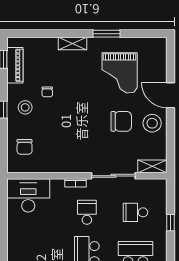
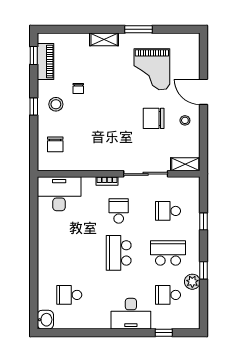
chair: (121, 121) -> (154, 118), turned 180
stool: (152, 123) -> (185, 120), width x0.53, depth x0.53

